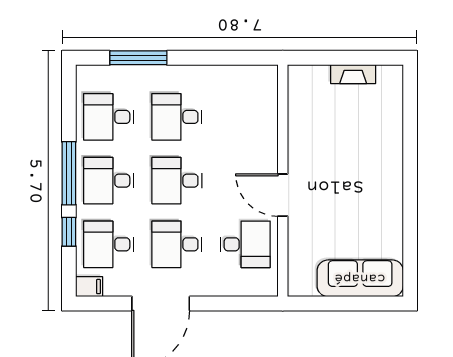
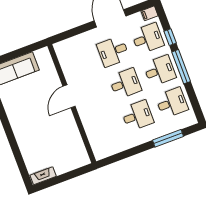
fireplace: (353, 74) -> (43, 176), moved
door: (283, 195) -> (69, 96), swing flipped
desk: (177, 244) -> (113, 51), turned 180
desk: (245, 244) -> (79, 64), removed

